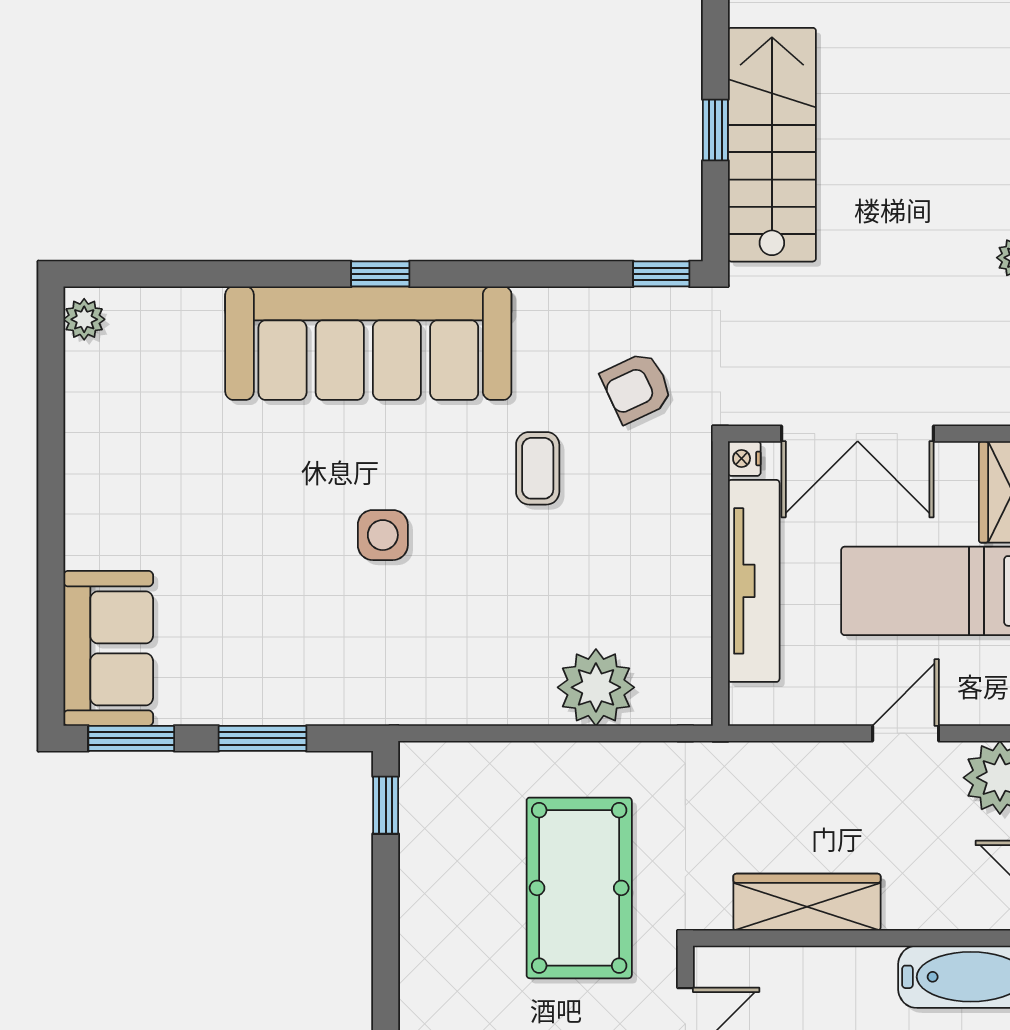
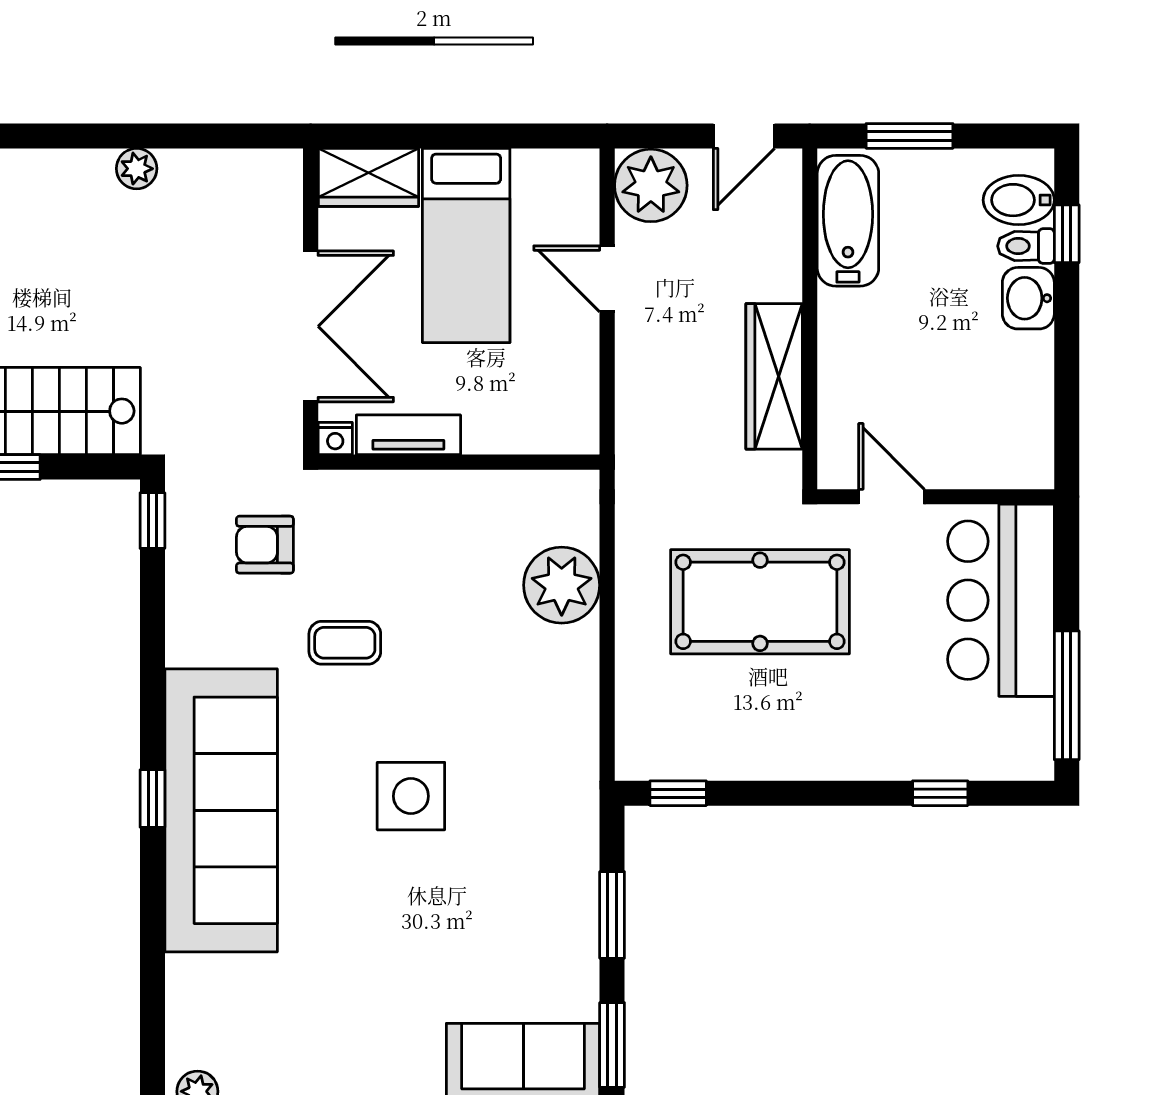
armchair: (637, 387) -> (265, 545), turned 115
side table: (383, 535) -> (411, 796), width x1.37, depth x1.37
tv unit: (754, 581) -> (408, 435), width x0.52, depth x0.78

